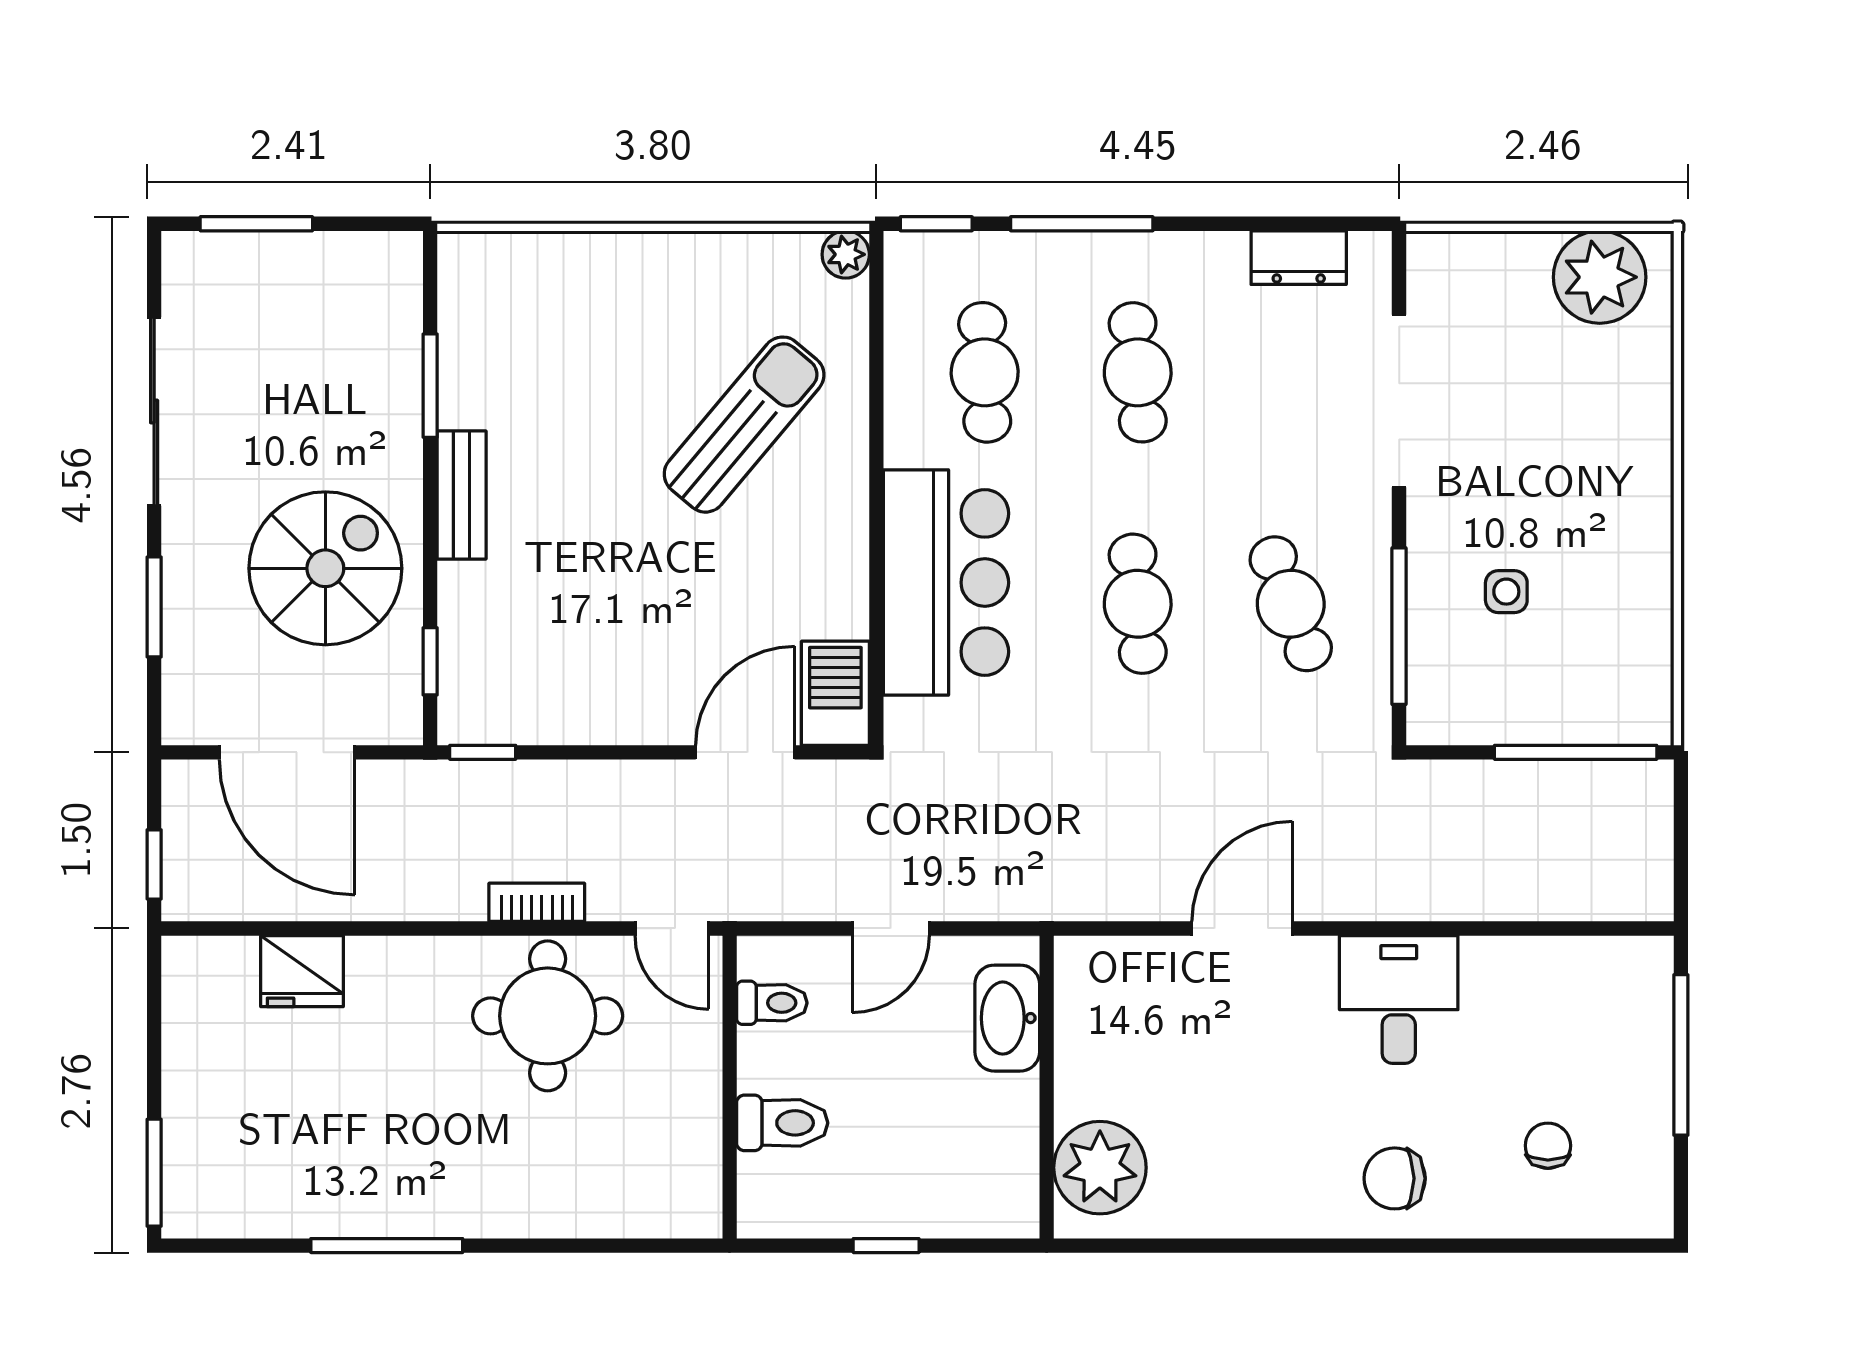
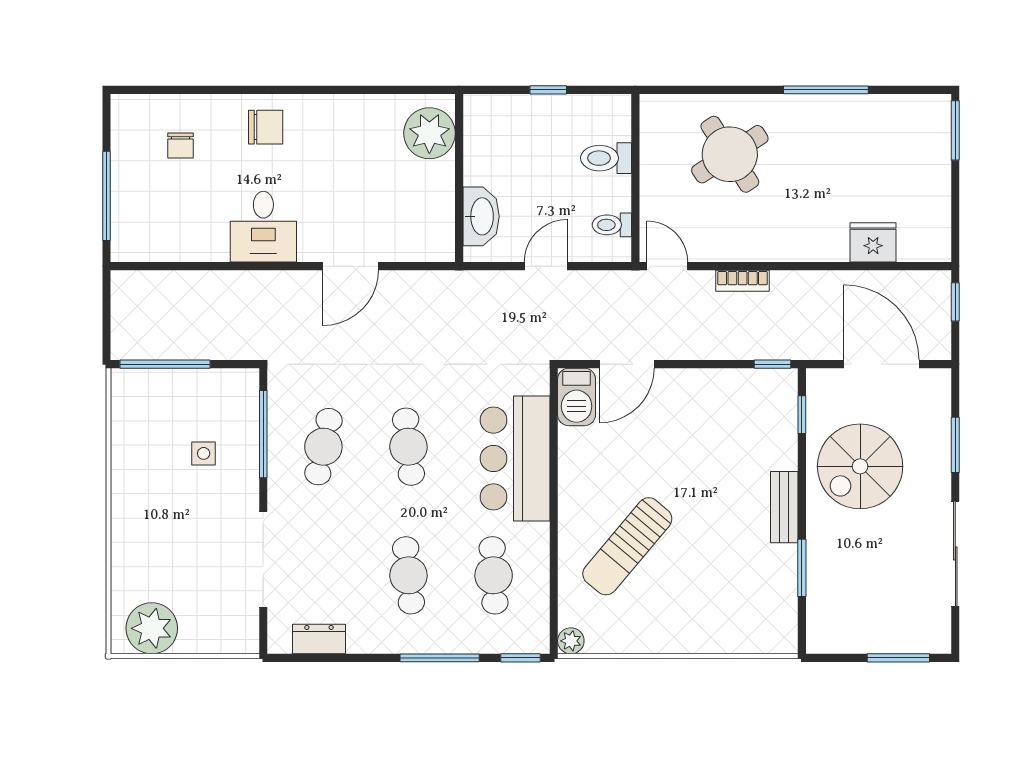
cafe table: (1291, 604) -> (323, 447), turned 33
round table: (548, 1016) -> (730, 154), moved, turned -33

